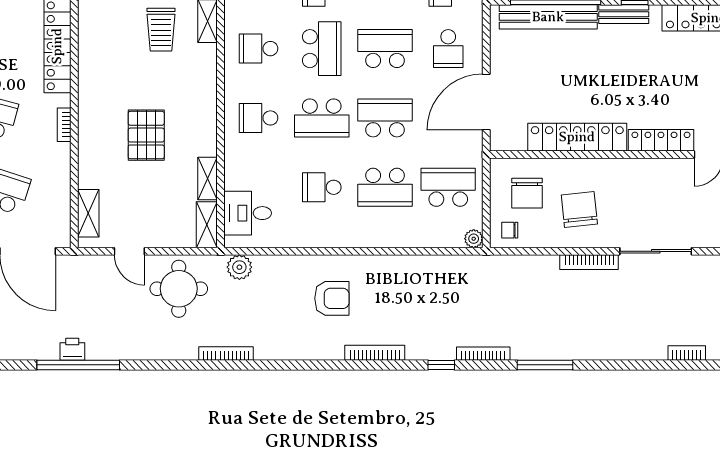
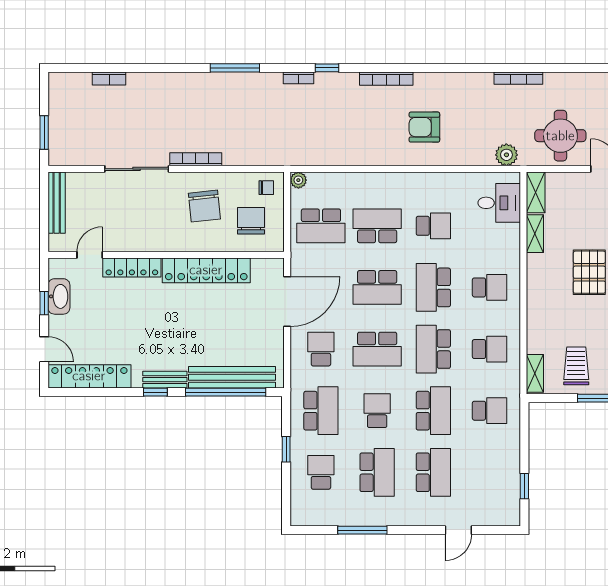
school desk: (322, 118) -> (433, 287), turned -90
bookcase: (483, 354) -> (298, 78), width x0.64

